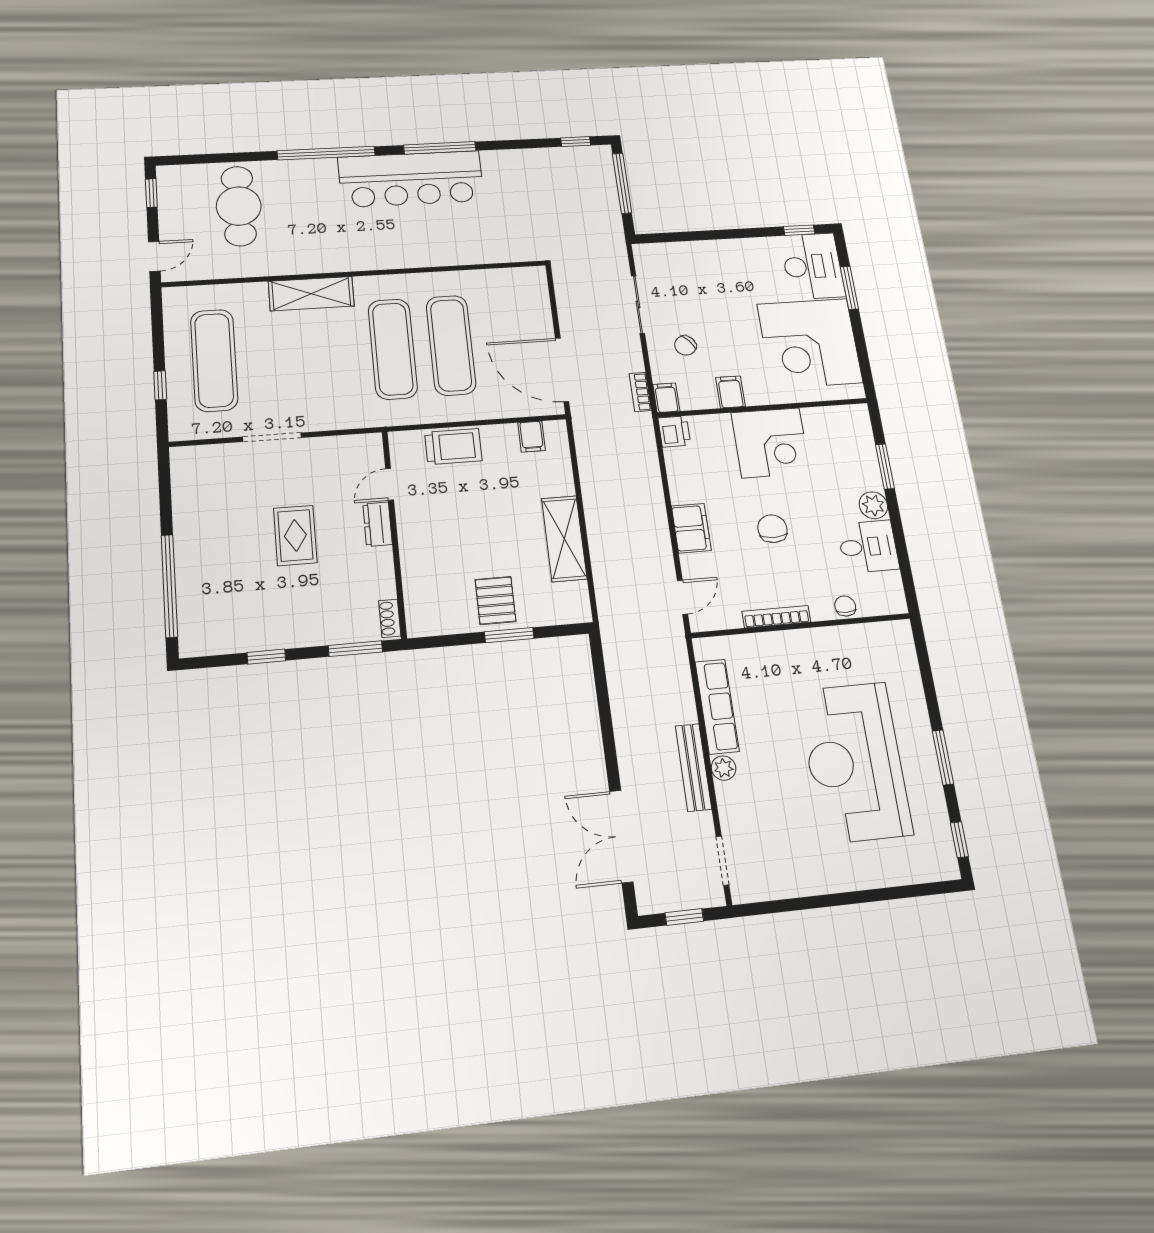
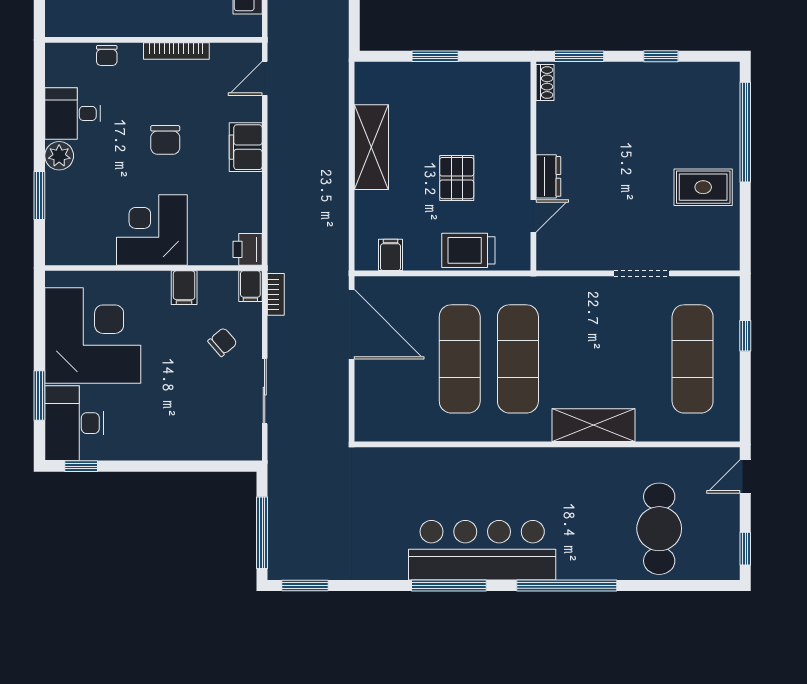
window: (576, 142) -> (305, 586), width x1.50
rug: (295, 535) -> (703, 187), moved, turned 90
pallet: (495, 600) -> (457, 178), moved

